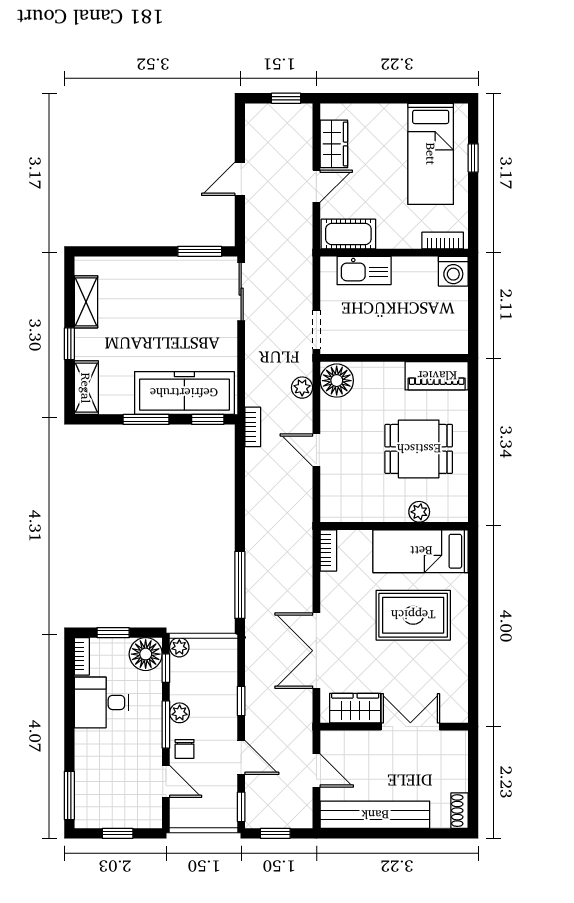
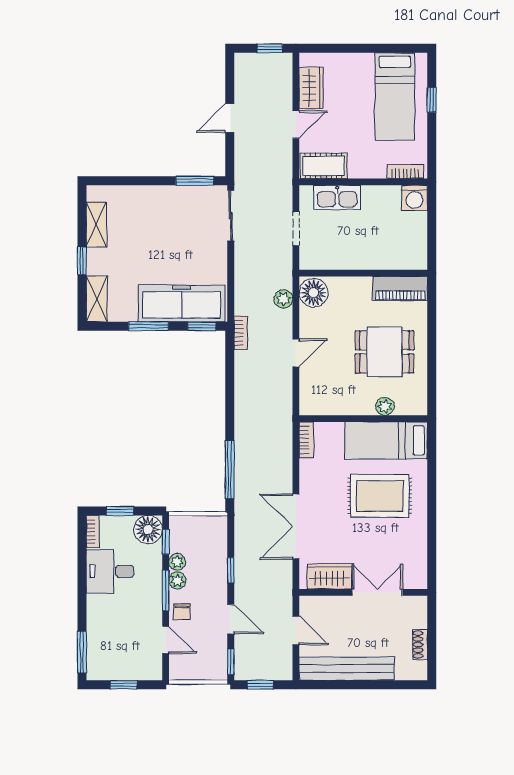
doorway: (316, 330) -> (296, 229), moved
door: (316, 450) -> (296, 353), swing flipped
plant: (179, 647) -> (177, 562), moved
shoe rack: (460, 811) -> (420, 645), moved

